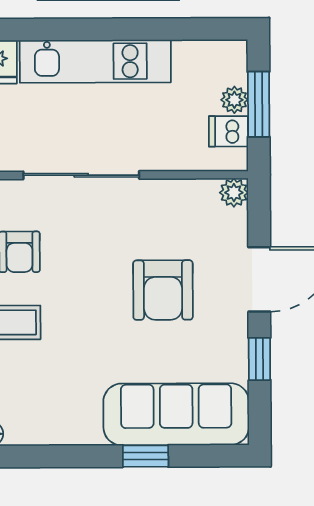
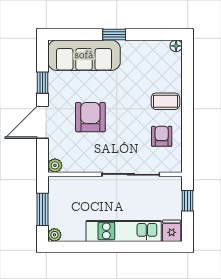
plant: (234, 100) -> (54, 235), moved
dishwasher: (228, 131) -> (58, 196), removed
window: (146, 456) -> (114, 35), moved

